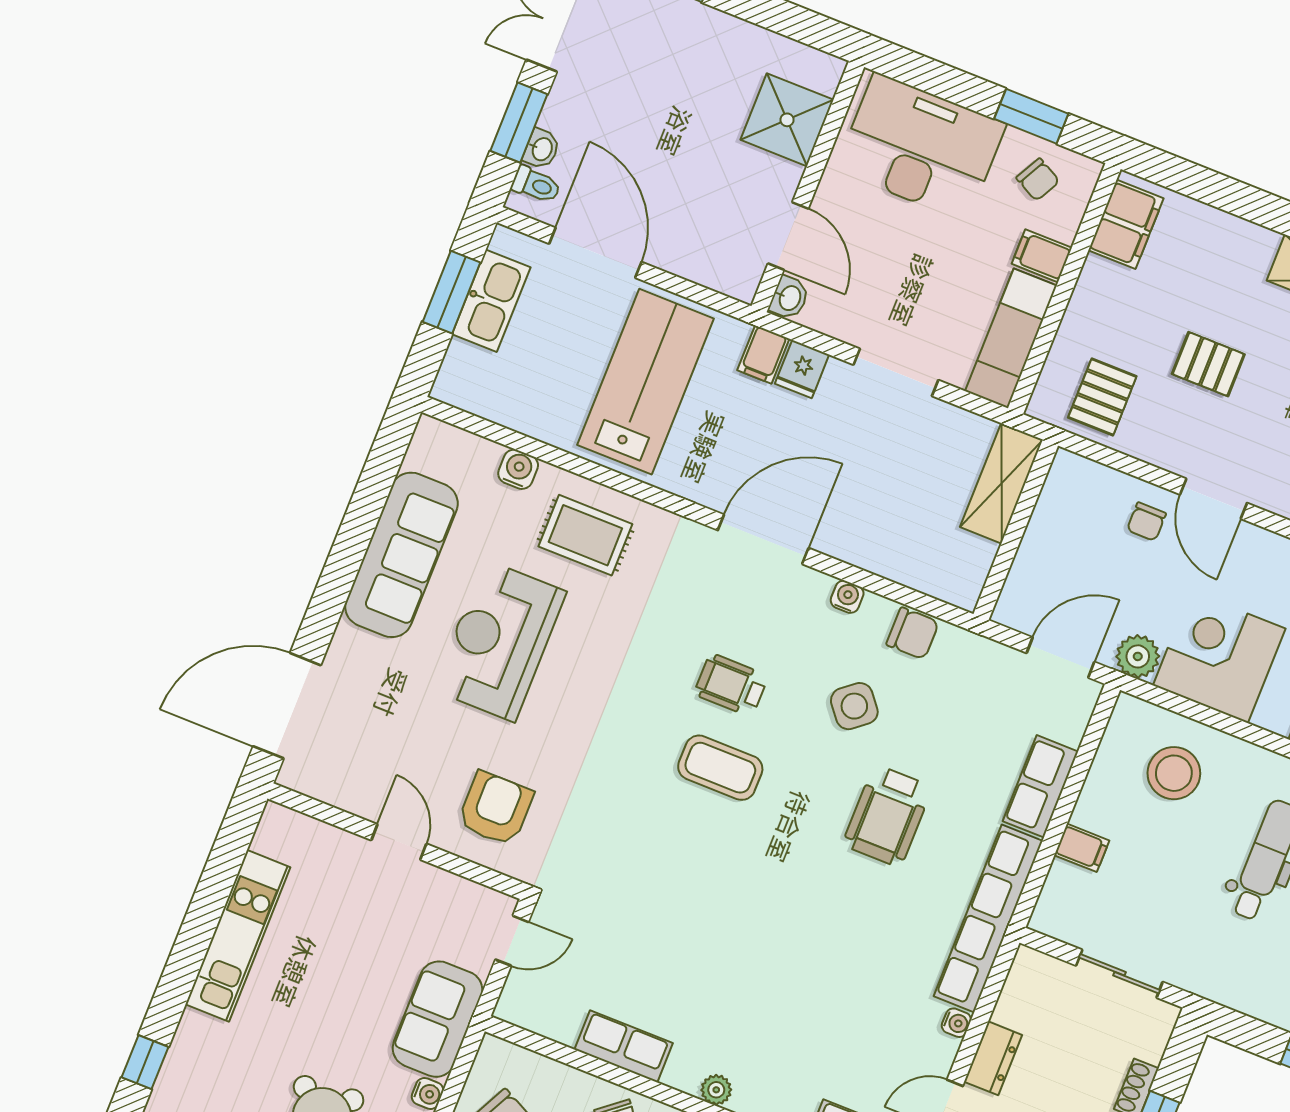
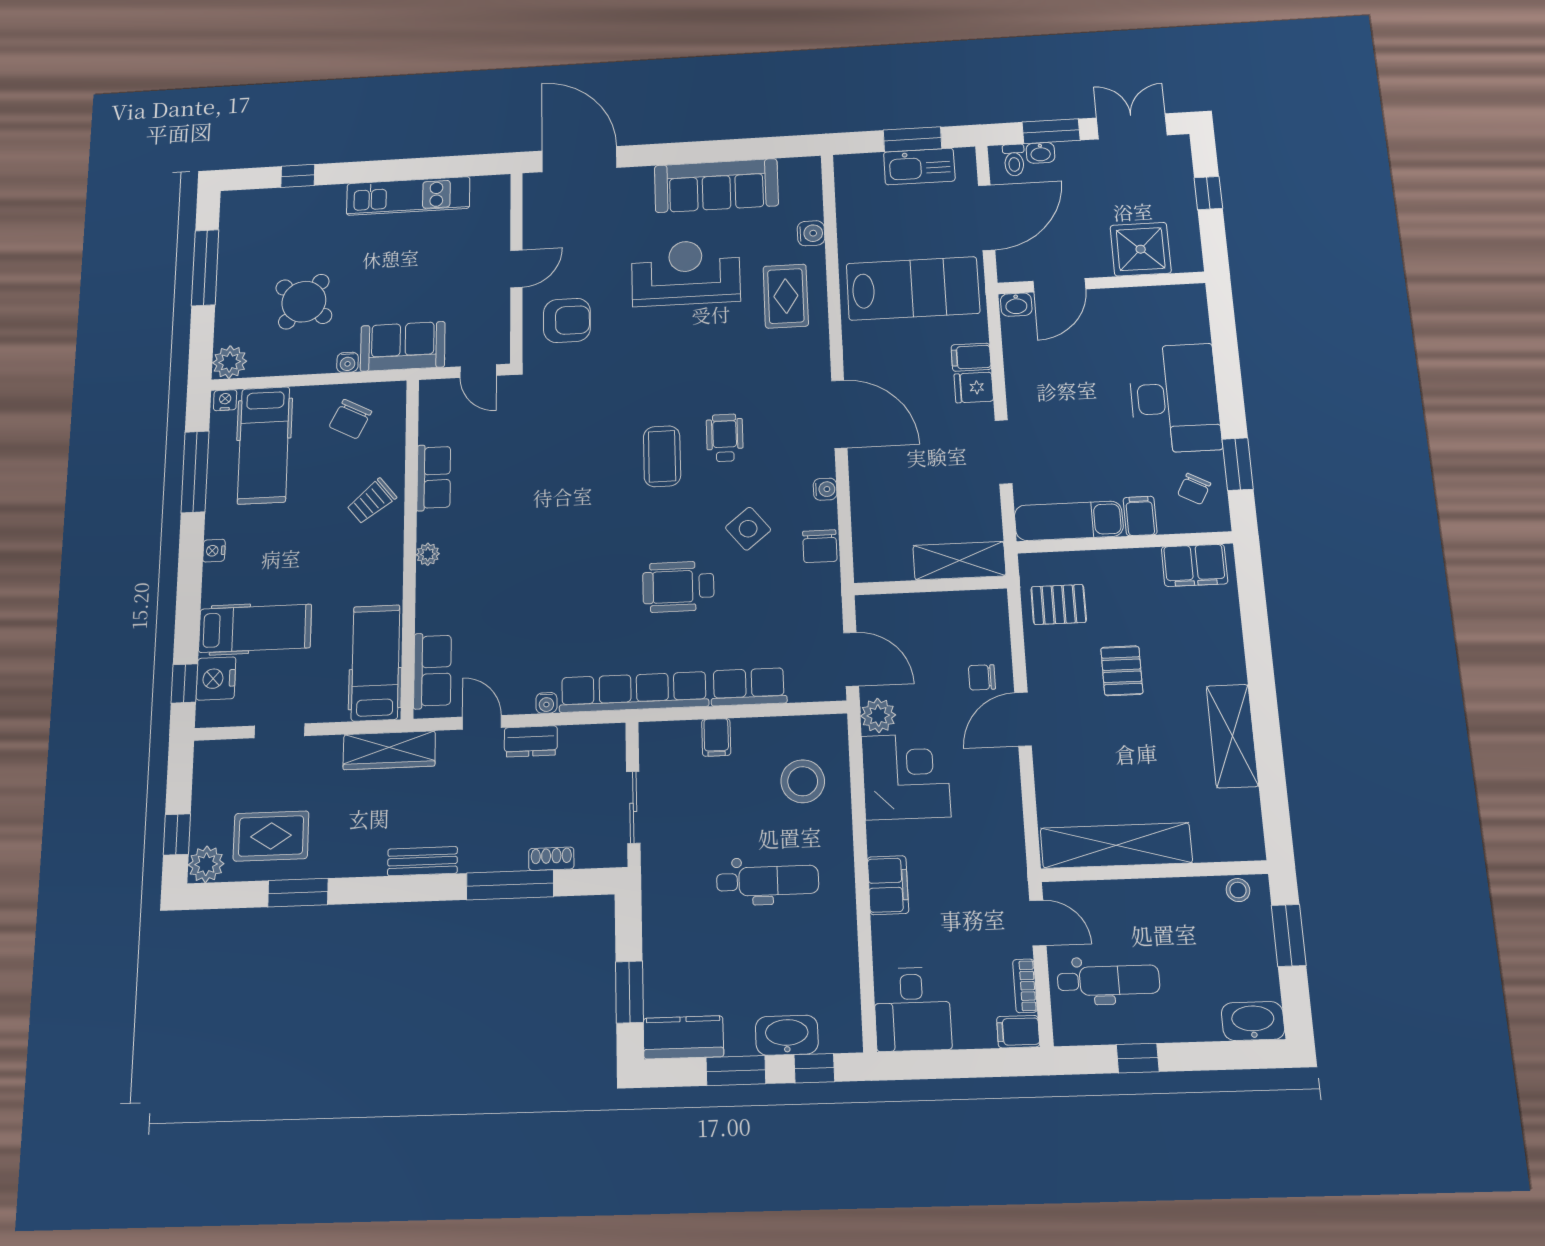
shower: (787, 120) -> (1141, 249), moved
wall: (808, 187) -> (1101, 283), moved
door: (788, 236) -> (1059, 285), moved
washbasin: (789, 298) -> (1016, 305), moved

